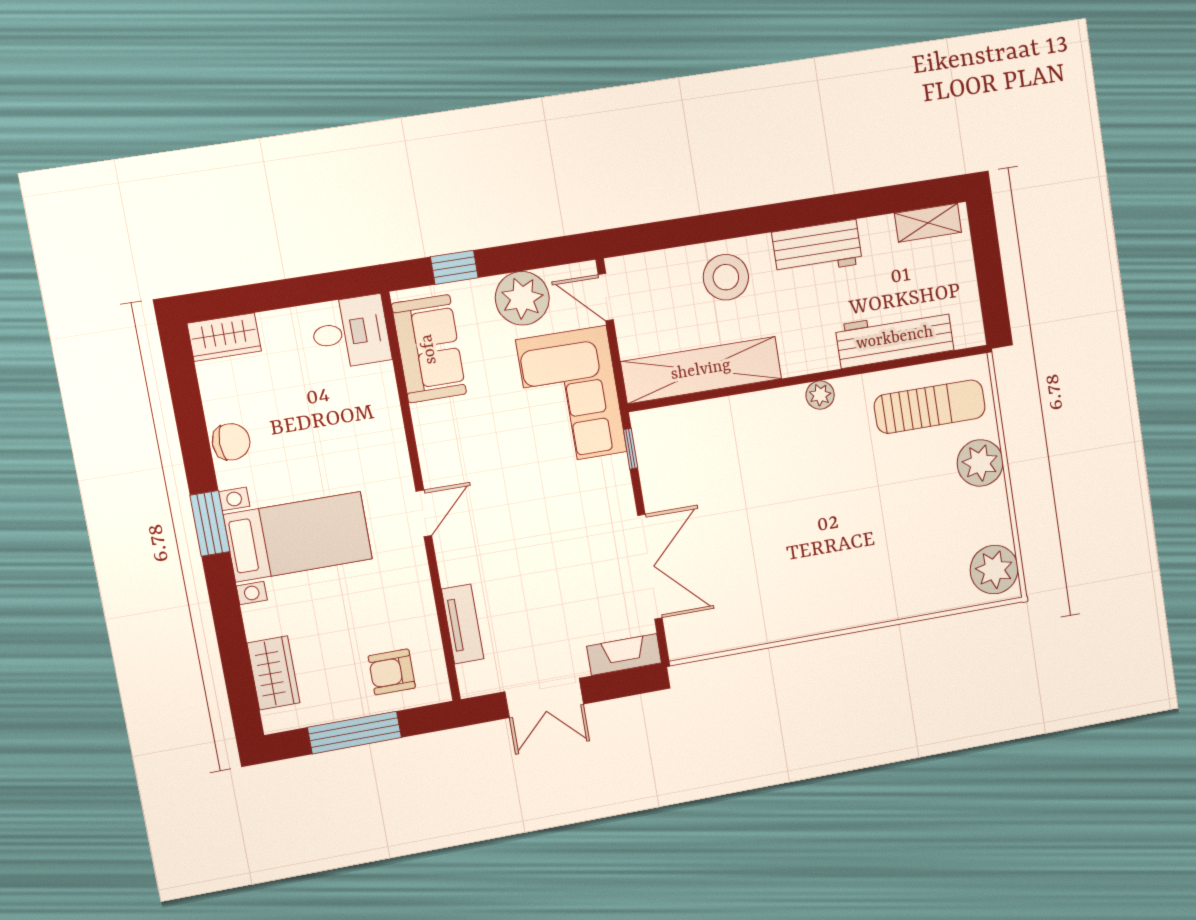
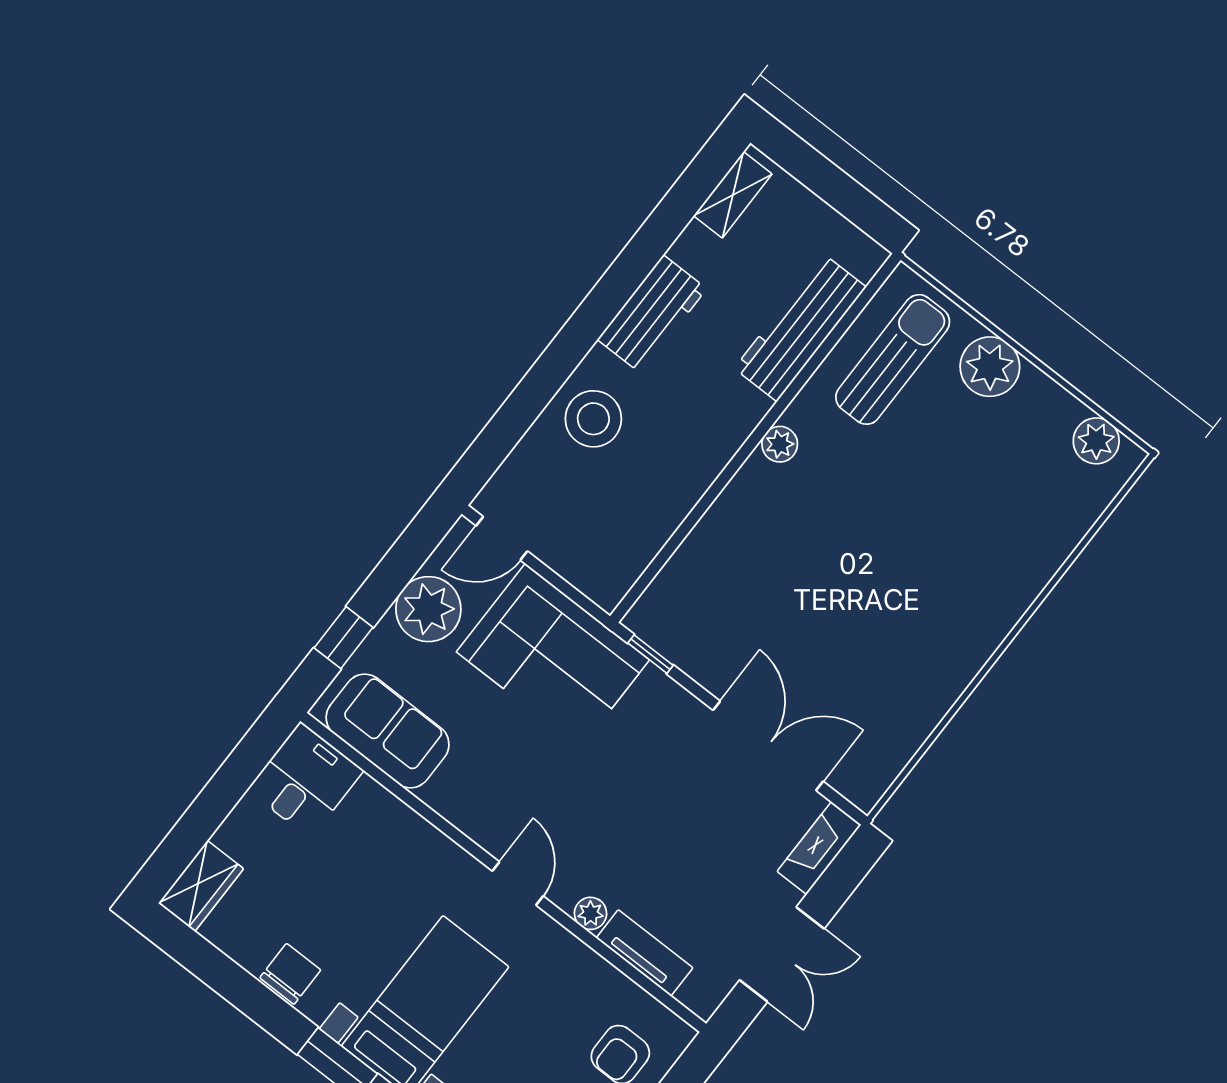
shelving: (701, 370) -> (649, 523), removed
plant: (994, 570) -> (1096, 441), width x0.73, depth x0.73
plant: (452, 571) -> (591, 913), added

